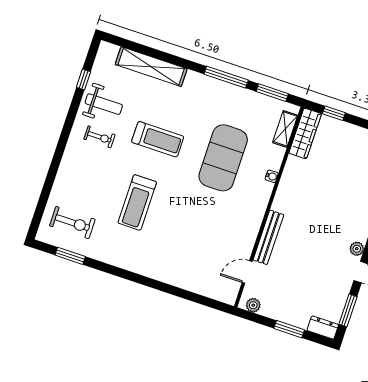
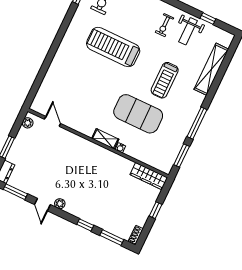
window: (334, 113) -> (156, 210), moved
shelving: (285, 129) -> (105, 139), moved
treadmill: (158, 139) -> (165, 80), moved
treadmill: (137, 202) -> (113, 47), width x1.37, depth x1.38
bench: (268, 237) -> (76, 140), removed

